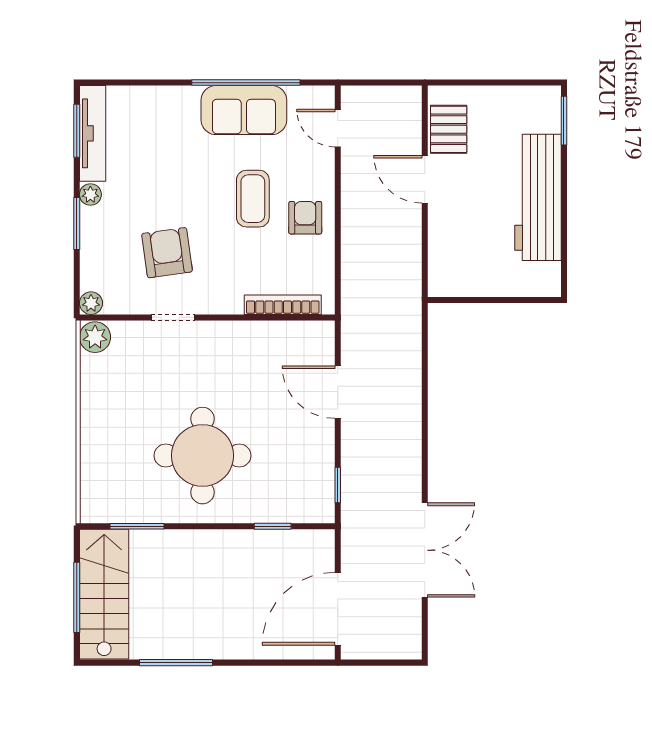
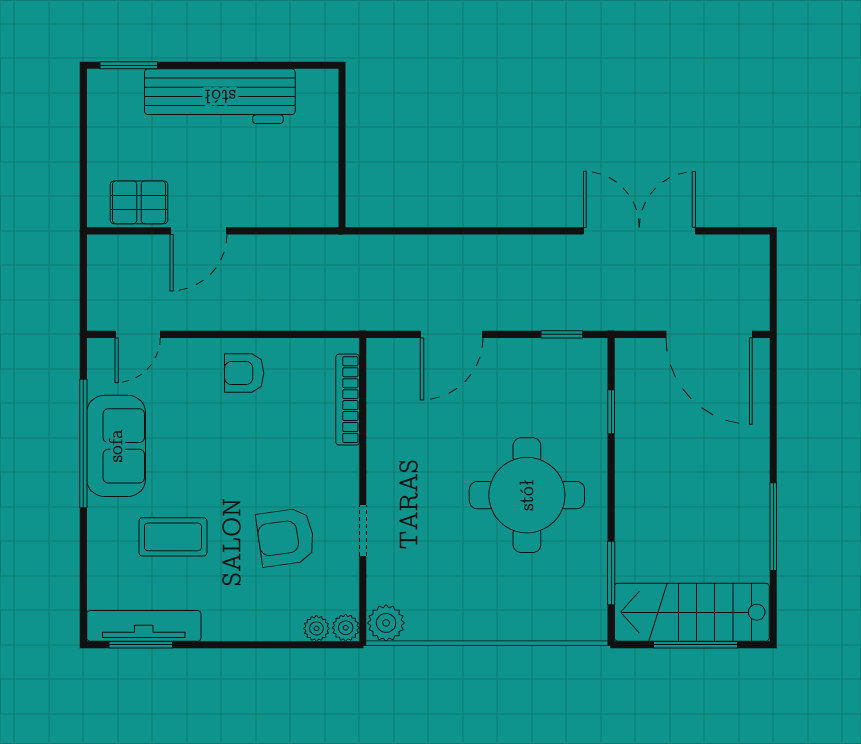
plant: (90, 194) -> (316, 628), moved
coffee table: (253, 199) -> (173, 537), moved
window: (77, 223) -> (251, 645), removed

